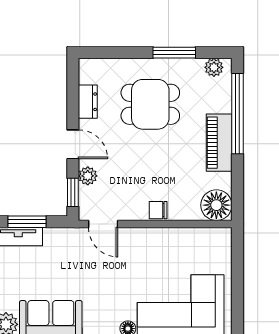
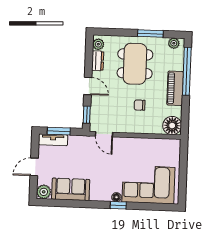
dining table: (150, 104) -> (135, 64), width x1.38
plant: (88, 176) -> (98, 44), moved
chair: (158, 210) -> (140, 105), moved

